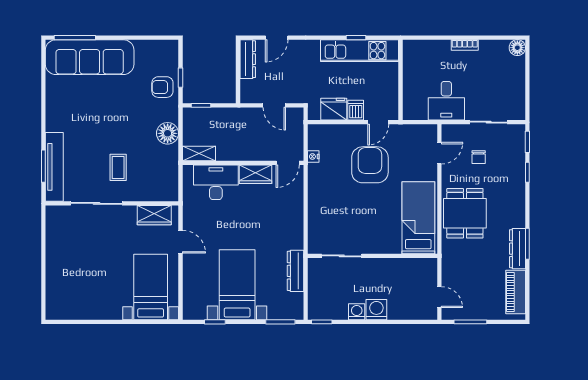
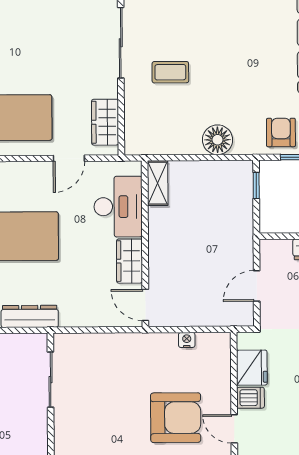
shelving: (199, 153) -> (158, 183), moved
wall: (243, 163) -> (145, 244), moved
door: (288, 163) -> (145, 305), moved
wardrobe: (256, 174) -> (129, 261), moved
desk: (216, 182) -> (118, 207), moved

